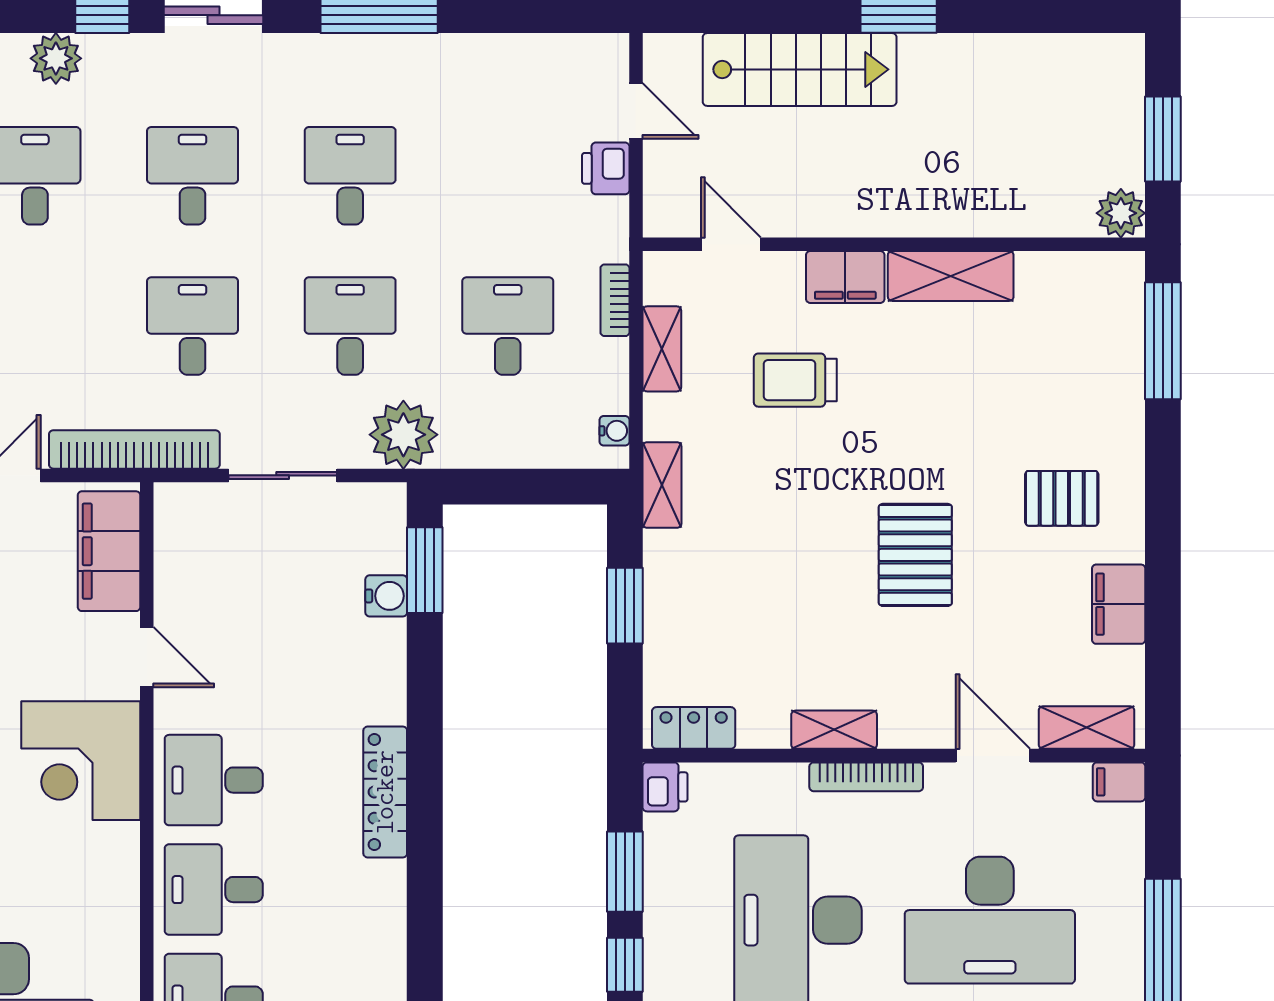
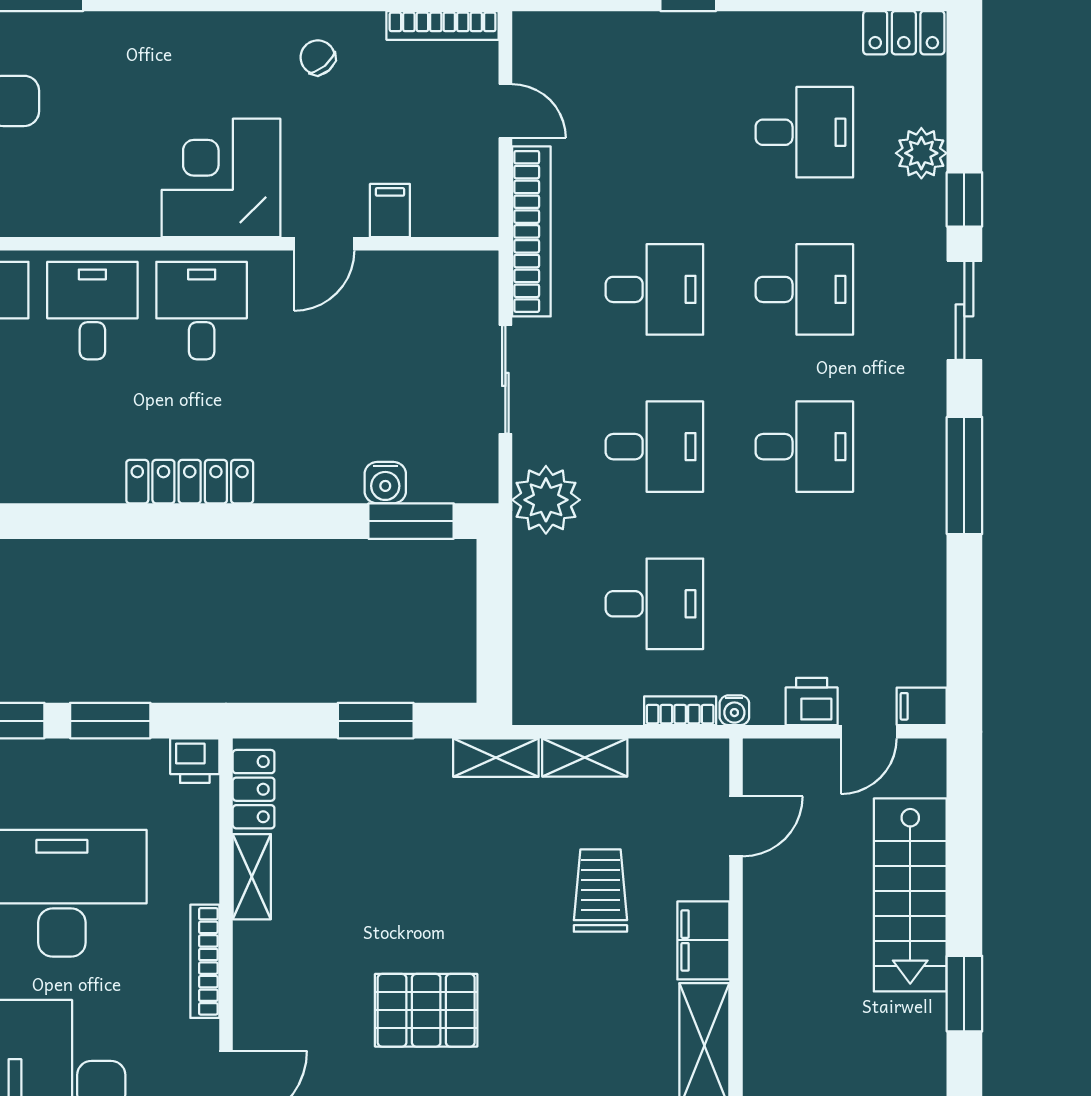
filing cabinet: (611, 58) -> (922, 706), added
shelving: (662, 349) -> (585, 757), moved
water cooler: (614, 431) -> (734, 710), moved
filing cabinet: (109, 551) -> (390, 211), width x0.33, depth x0.86
shelving: (834, 730) -> (252, 877), moved

